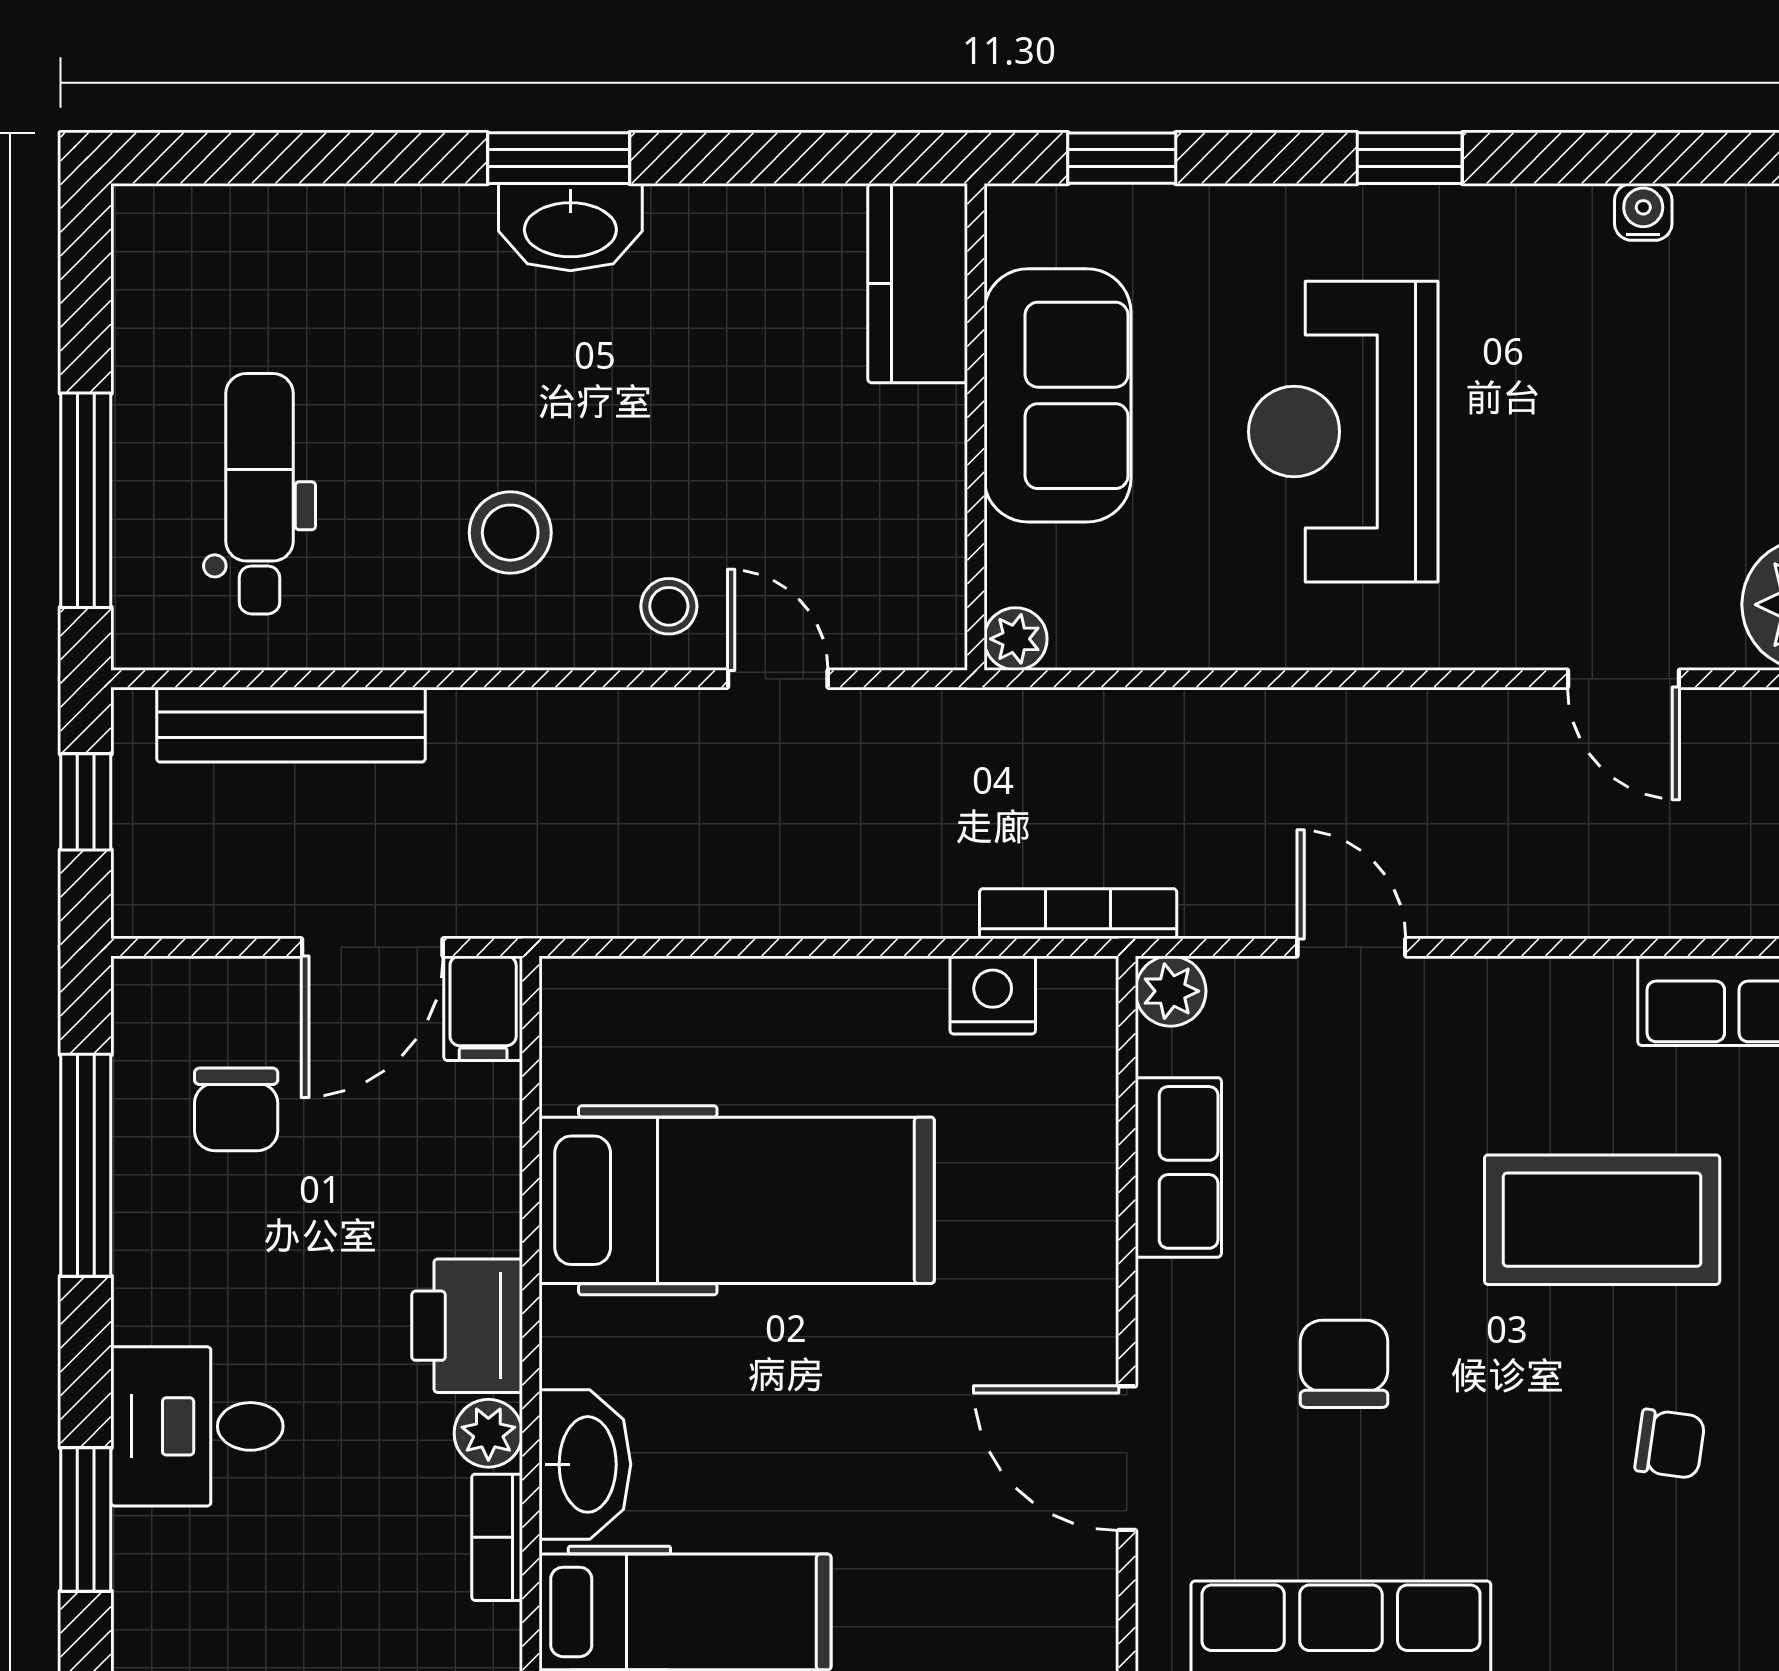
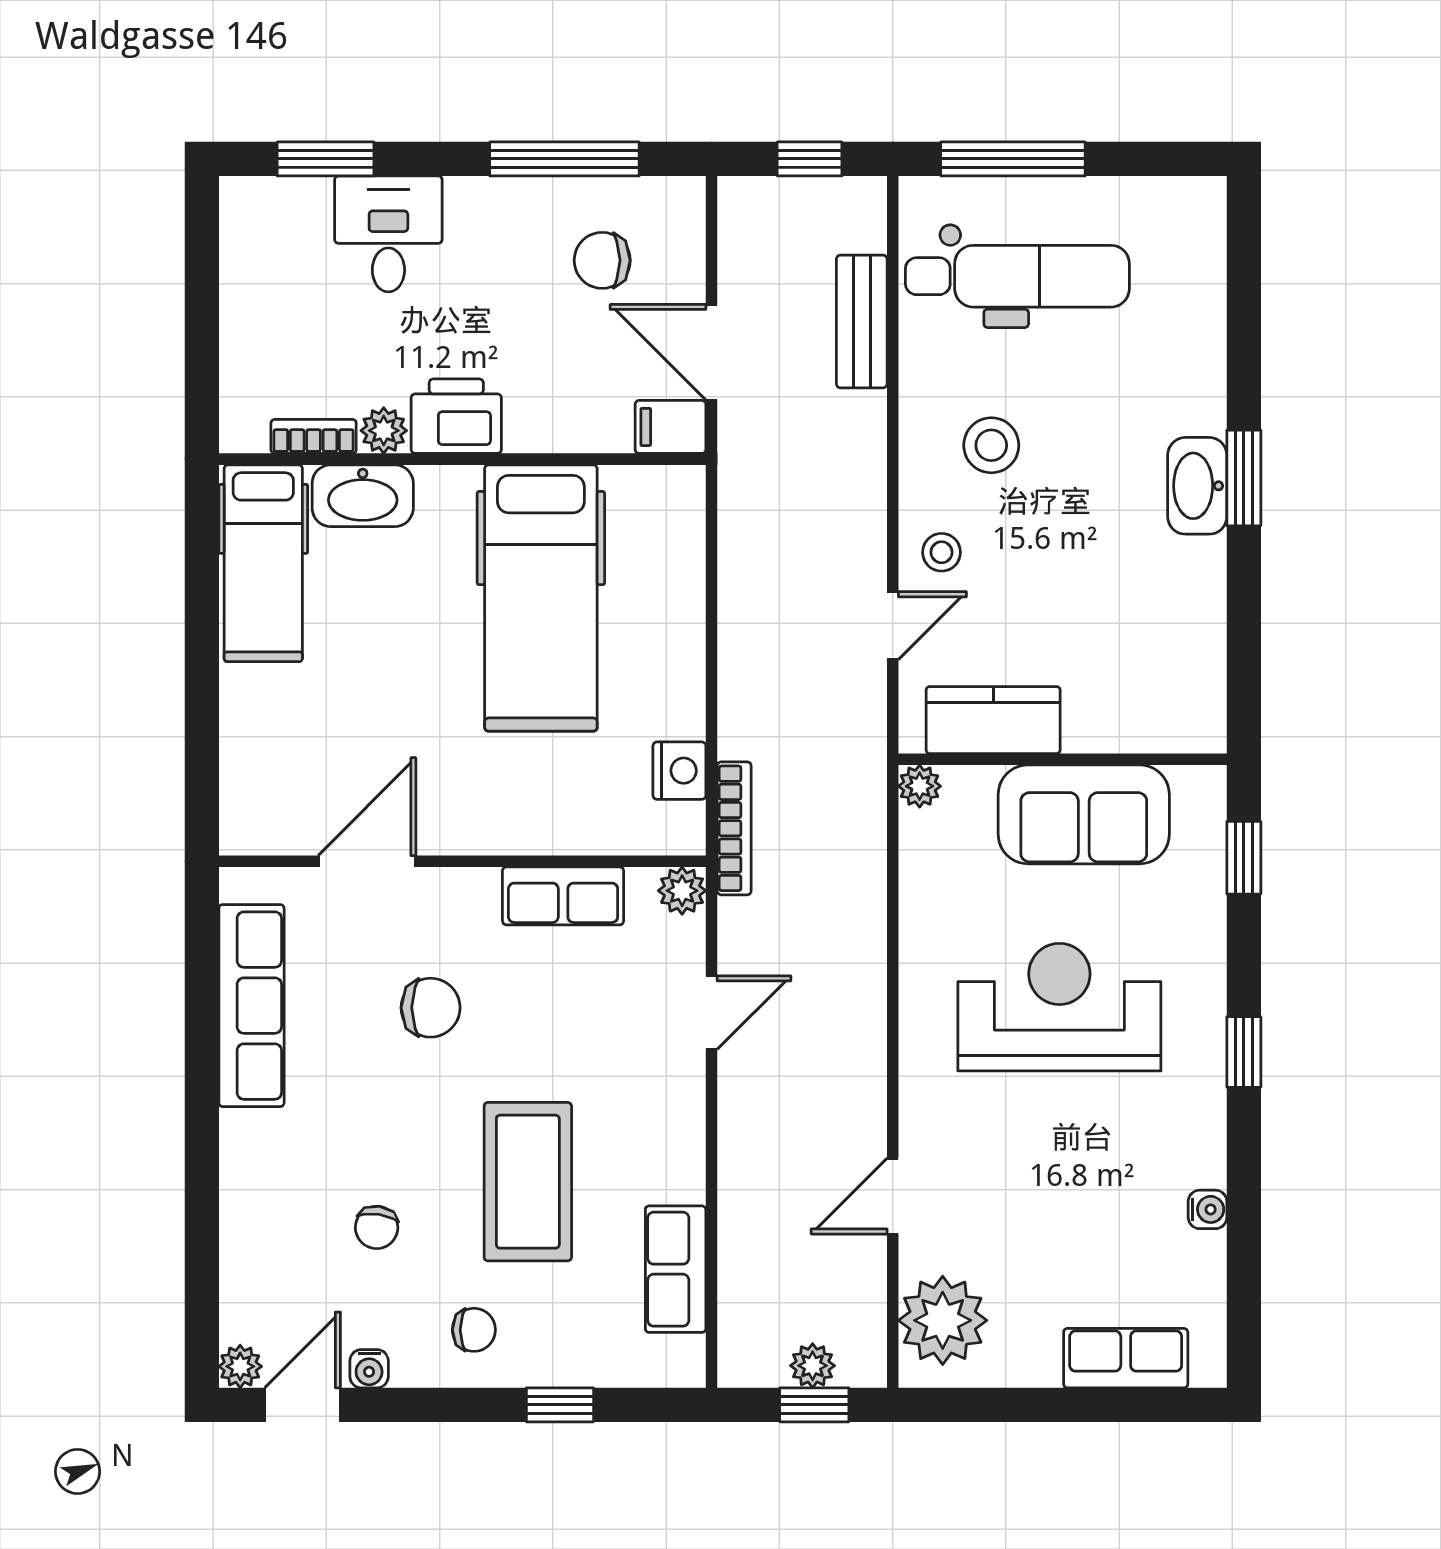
kitchen counter: (918, 283) -> (993, 720), moved
dental chair: (260, 494) -> (1017, 276), width x1.36, depth x1.38
bench: (291, 725) -> (862, 322), width x0.73

